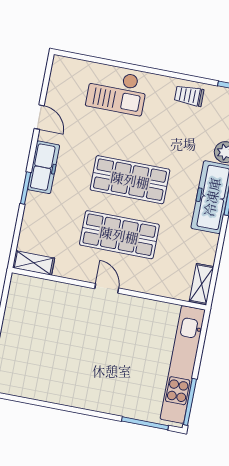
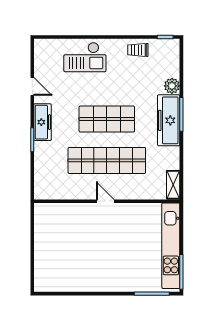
shop shelf: (119, 235) -> (107, 160), width x1.40
shelving: (34, 263) -> (49, 193), removed

